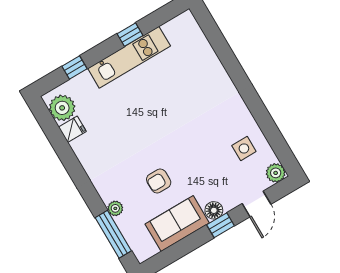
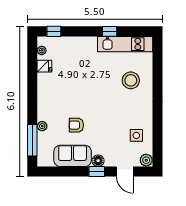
kitchen unit: (129, 57) -> (125, 44), moved
window: (74, 67) -> (54, 31), moved
stool: (195, 82) -> (131, 80), added
plant: (62, 108) -> (42, 50), width x0.53, depth x0.53
door: (257, 204) -> (125, 172), hinge flipped

